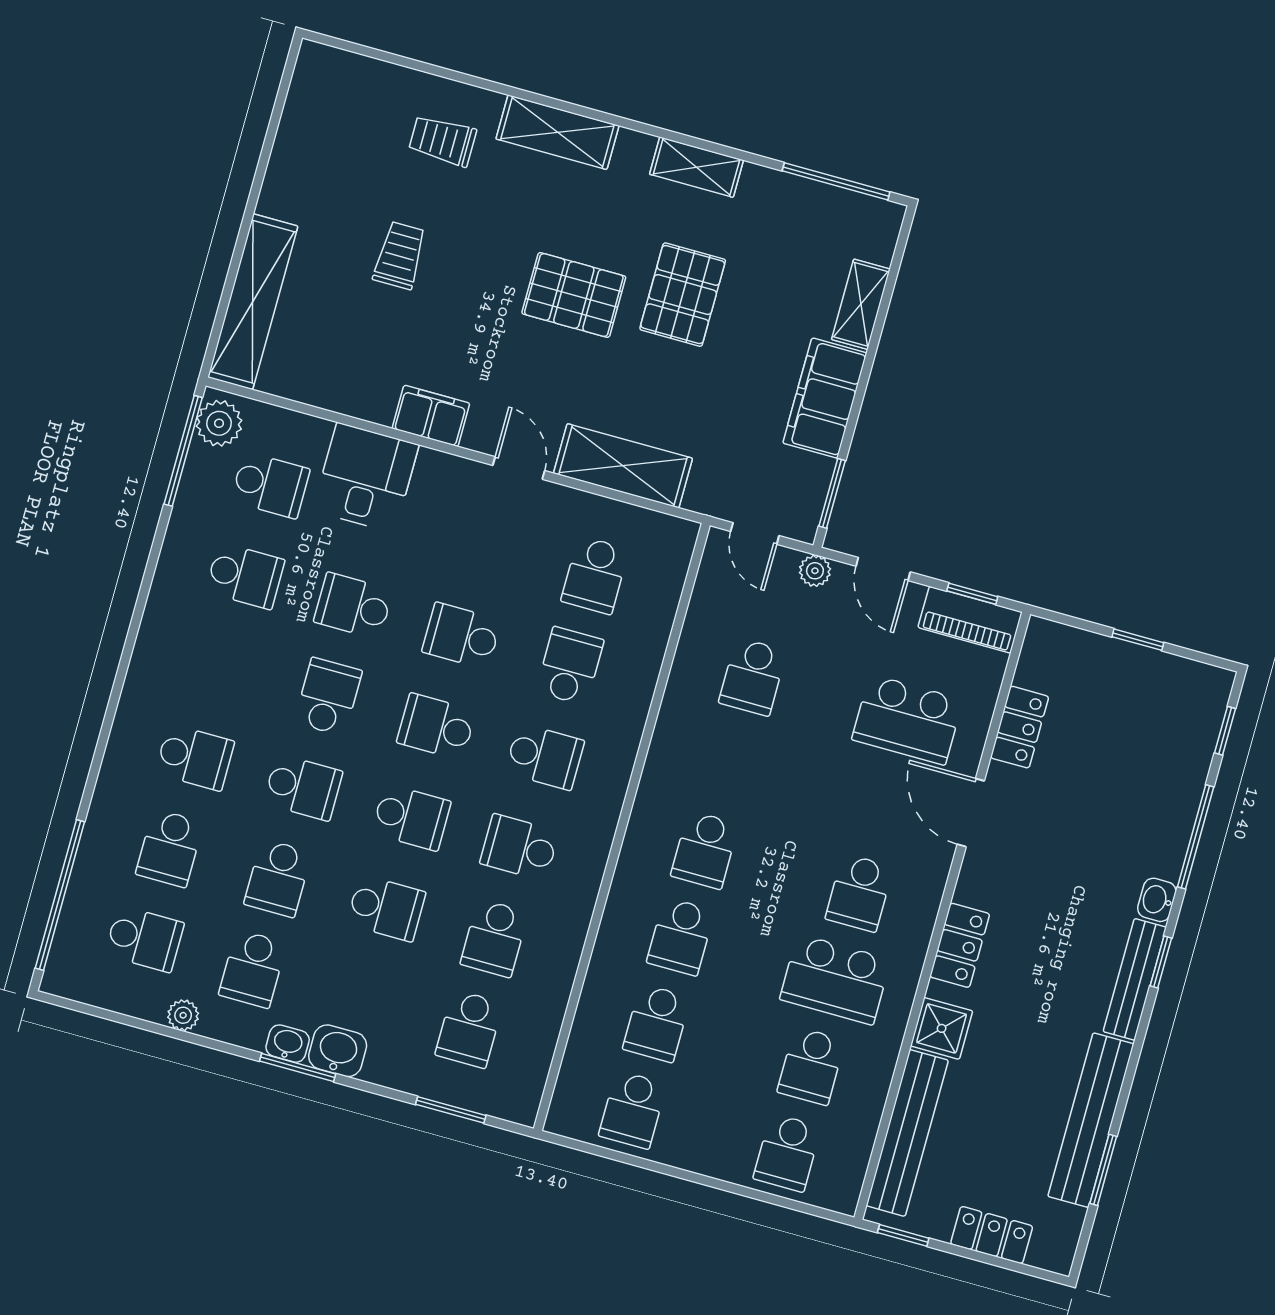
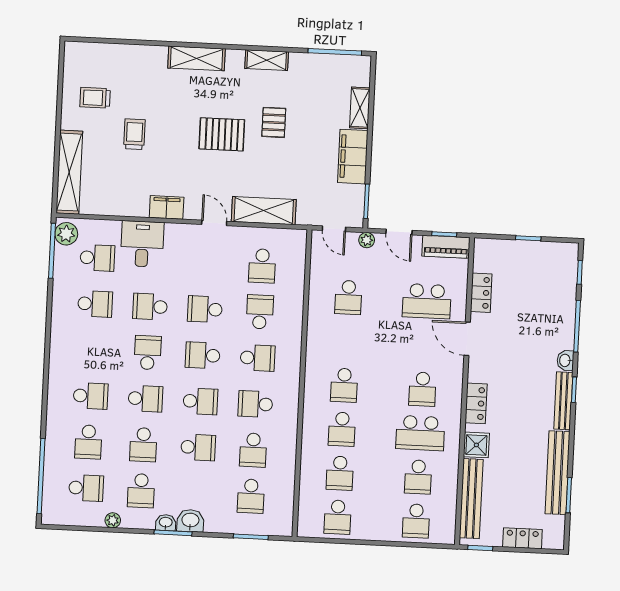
trolley: (443, 141) -> (95, 98), moved
pallet: (683, 295) -> (274, 122), width x0.67, depth x0.71

